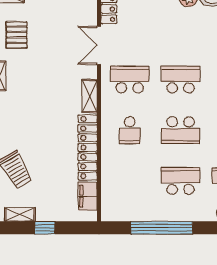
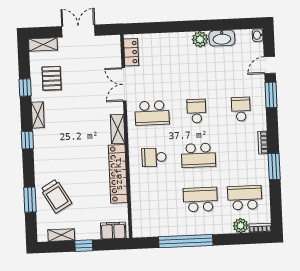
school desk: (130, 80) -> (152, 113), turned 180
school desk: (181, 80) -> (196, 111), width x0.54
school desk: (130, 130) -> (154, 157), turned 90
filing cabinet: (88, 196) -> (113, 231), moved, turned 90

